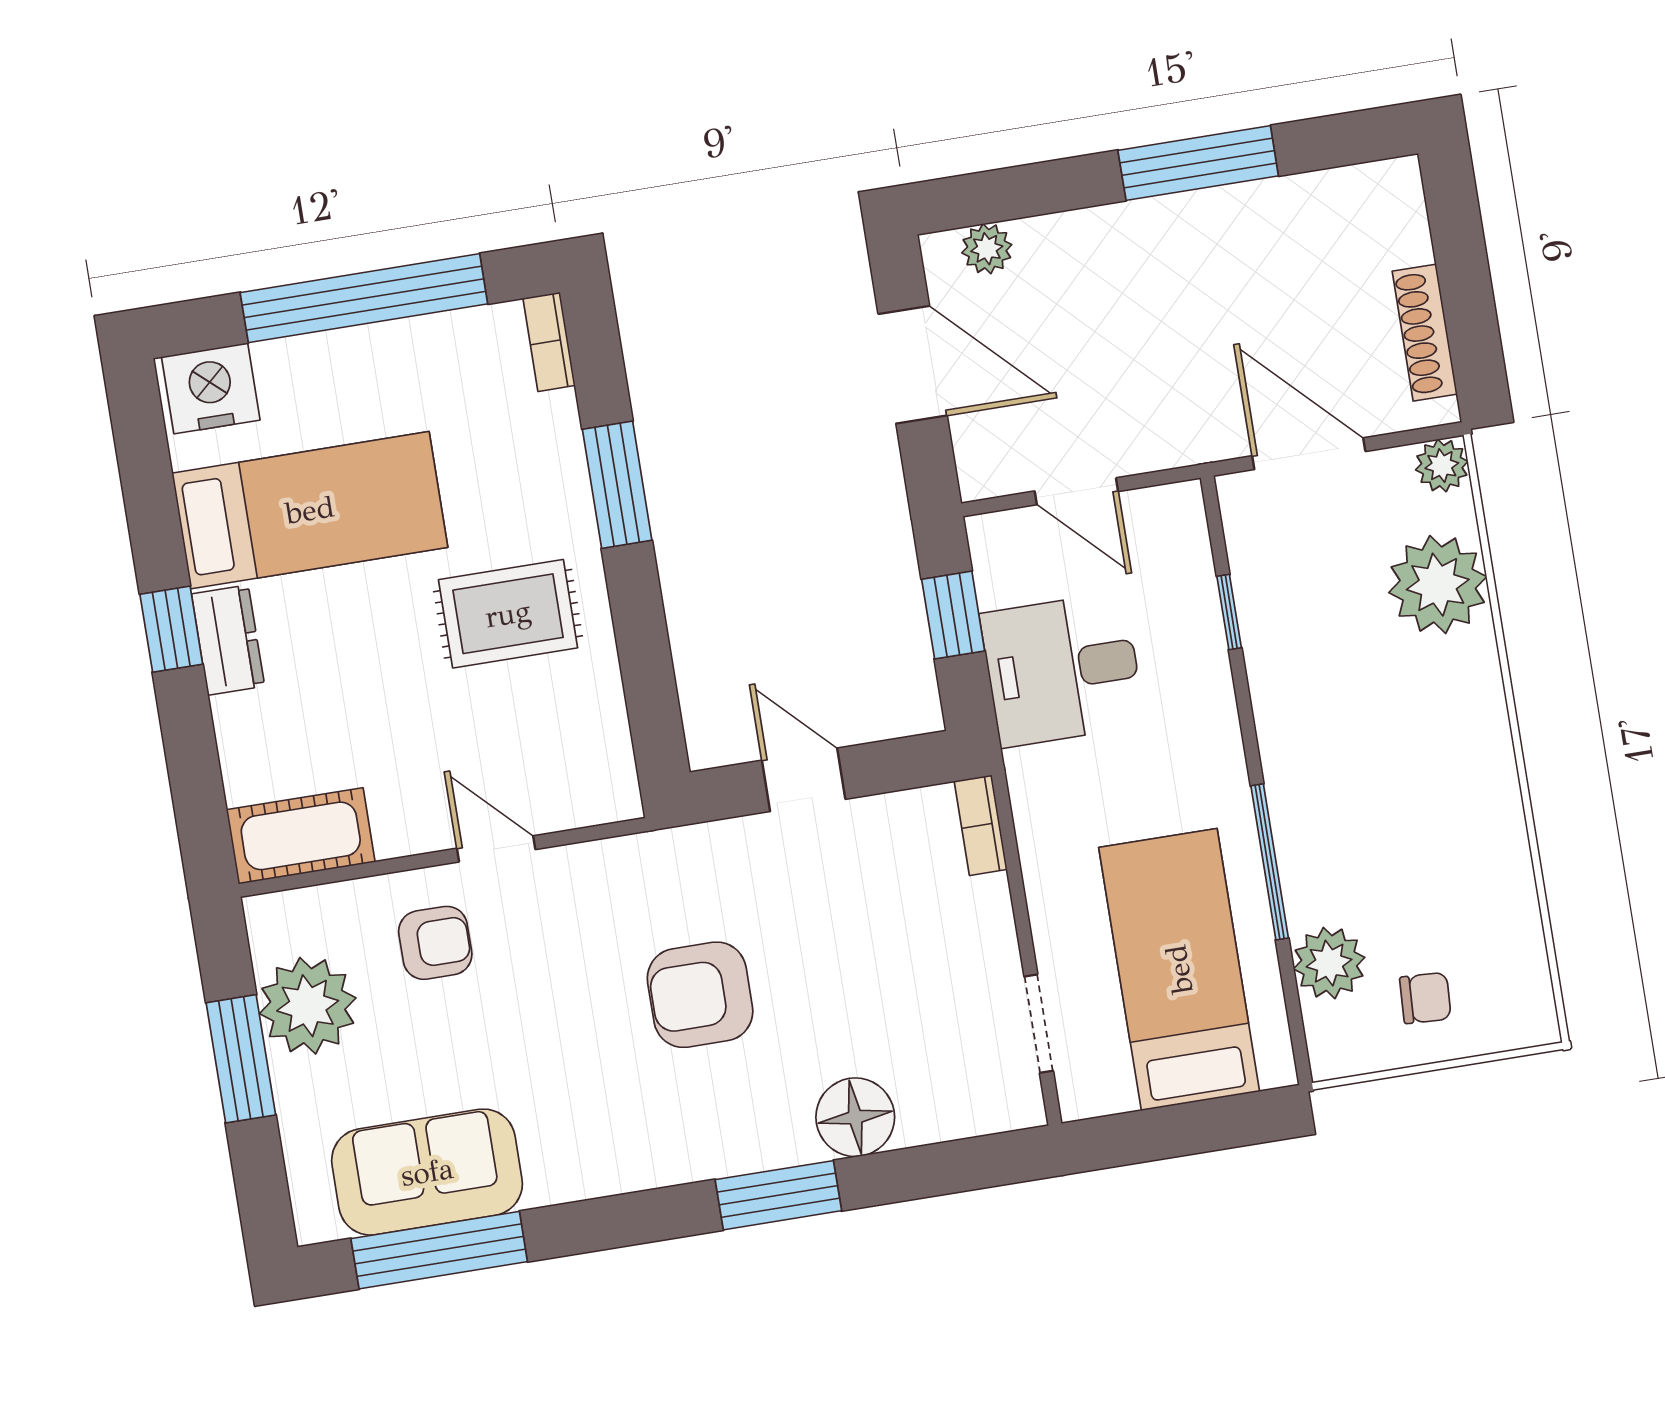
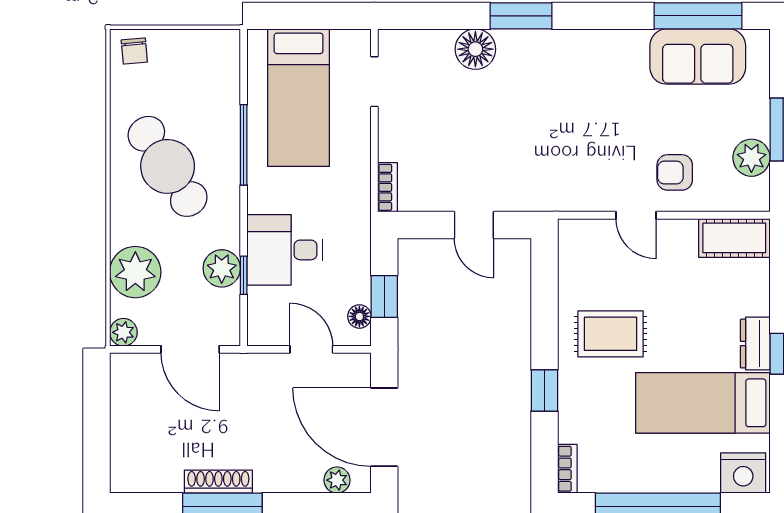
shoe rack: (1425, 333) -> (218, 482), moved, turned -90
door: (913, 365) -> (384, 427), width x1.36
window: (617, 485) -> (544, 390), width x0.67
floor lamp: (995, 569) -> (359, 316), added
desk: (1062, 669) -> (285, 250), moved, turned 180
cafe table: (1409, 797) -> (168, 166), added
plant: (1329, 963) -> (222, 268), moved
armchair: (700, 995) -> (544, 124), removed
chair: (1425, 998) -> (134, 51), moved, turned -98
plant: (308, 1006) -> (751, 158), width x0.73, depth x0.73

